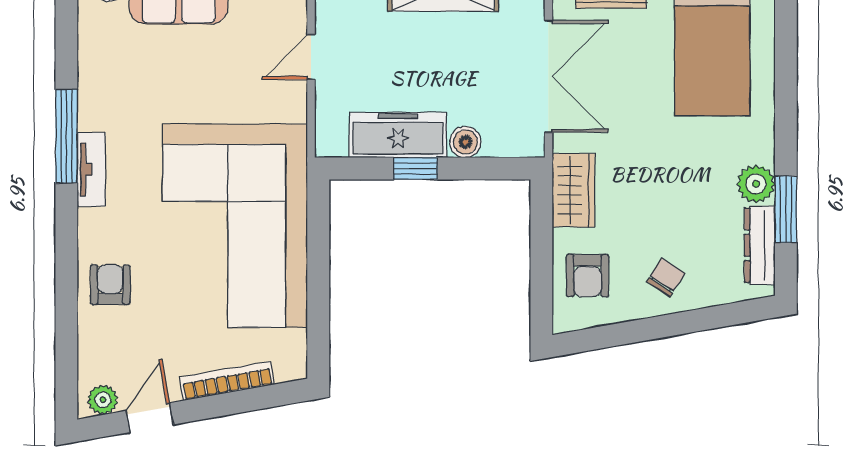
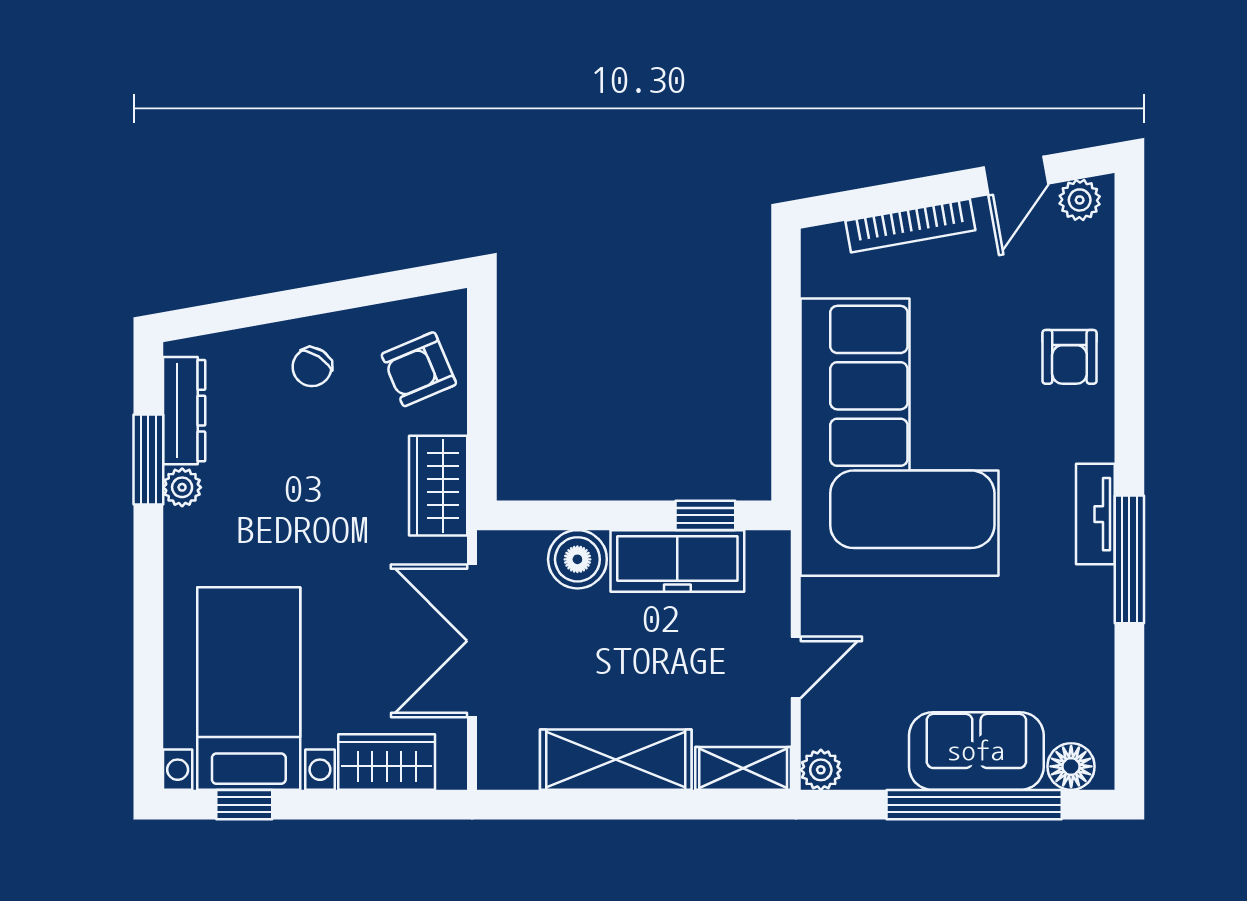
boiler: (465, 142) -> (577, 559), width x1.36, depth x1.36
window: (415, 168) -> (705, 515), moved
plant: (756, 184) -> (182, 487), width x0.73, depth x0.73
armchair: (588, 276) -> (419, 369), turned -113

